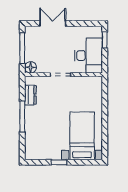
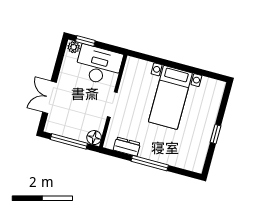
plant: (97, 32) -> (74, 47), added
bed with nightstands: (82, 136) -> (170, 97), moved, turned -90

